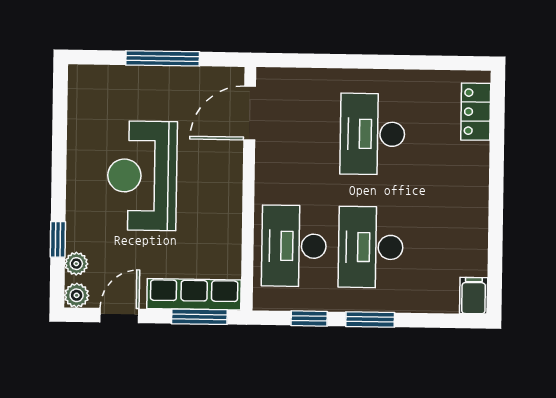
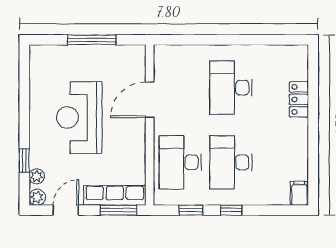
locker: (476, 112) -> (299, 99), moved
door: (250, 113) -> (150, 100), moved
window: (370, 319) -> (231, 210), width x0.67

